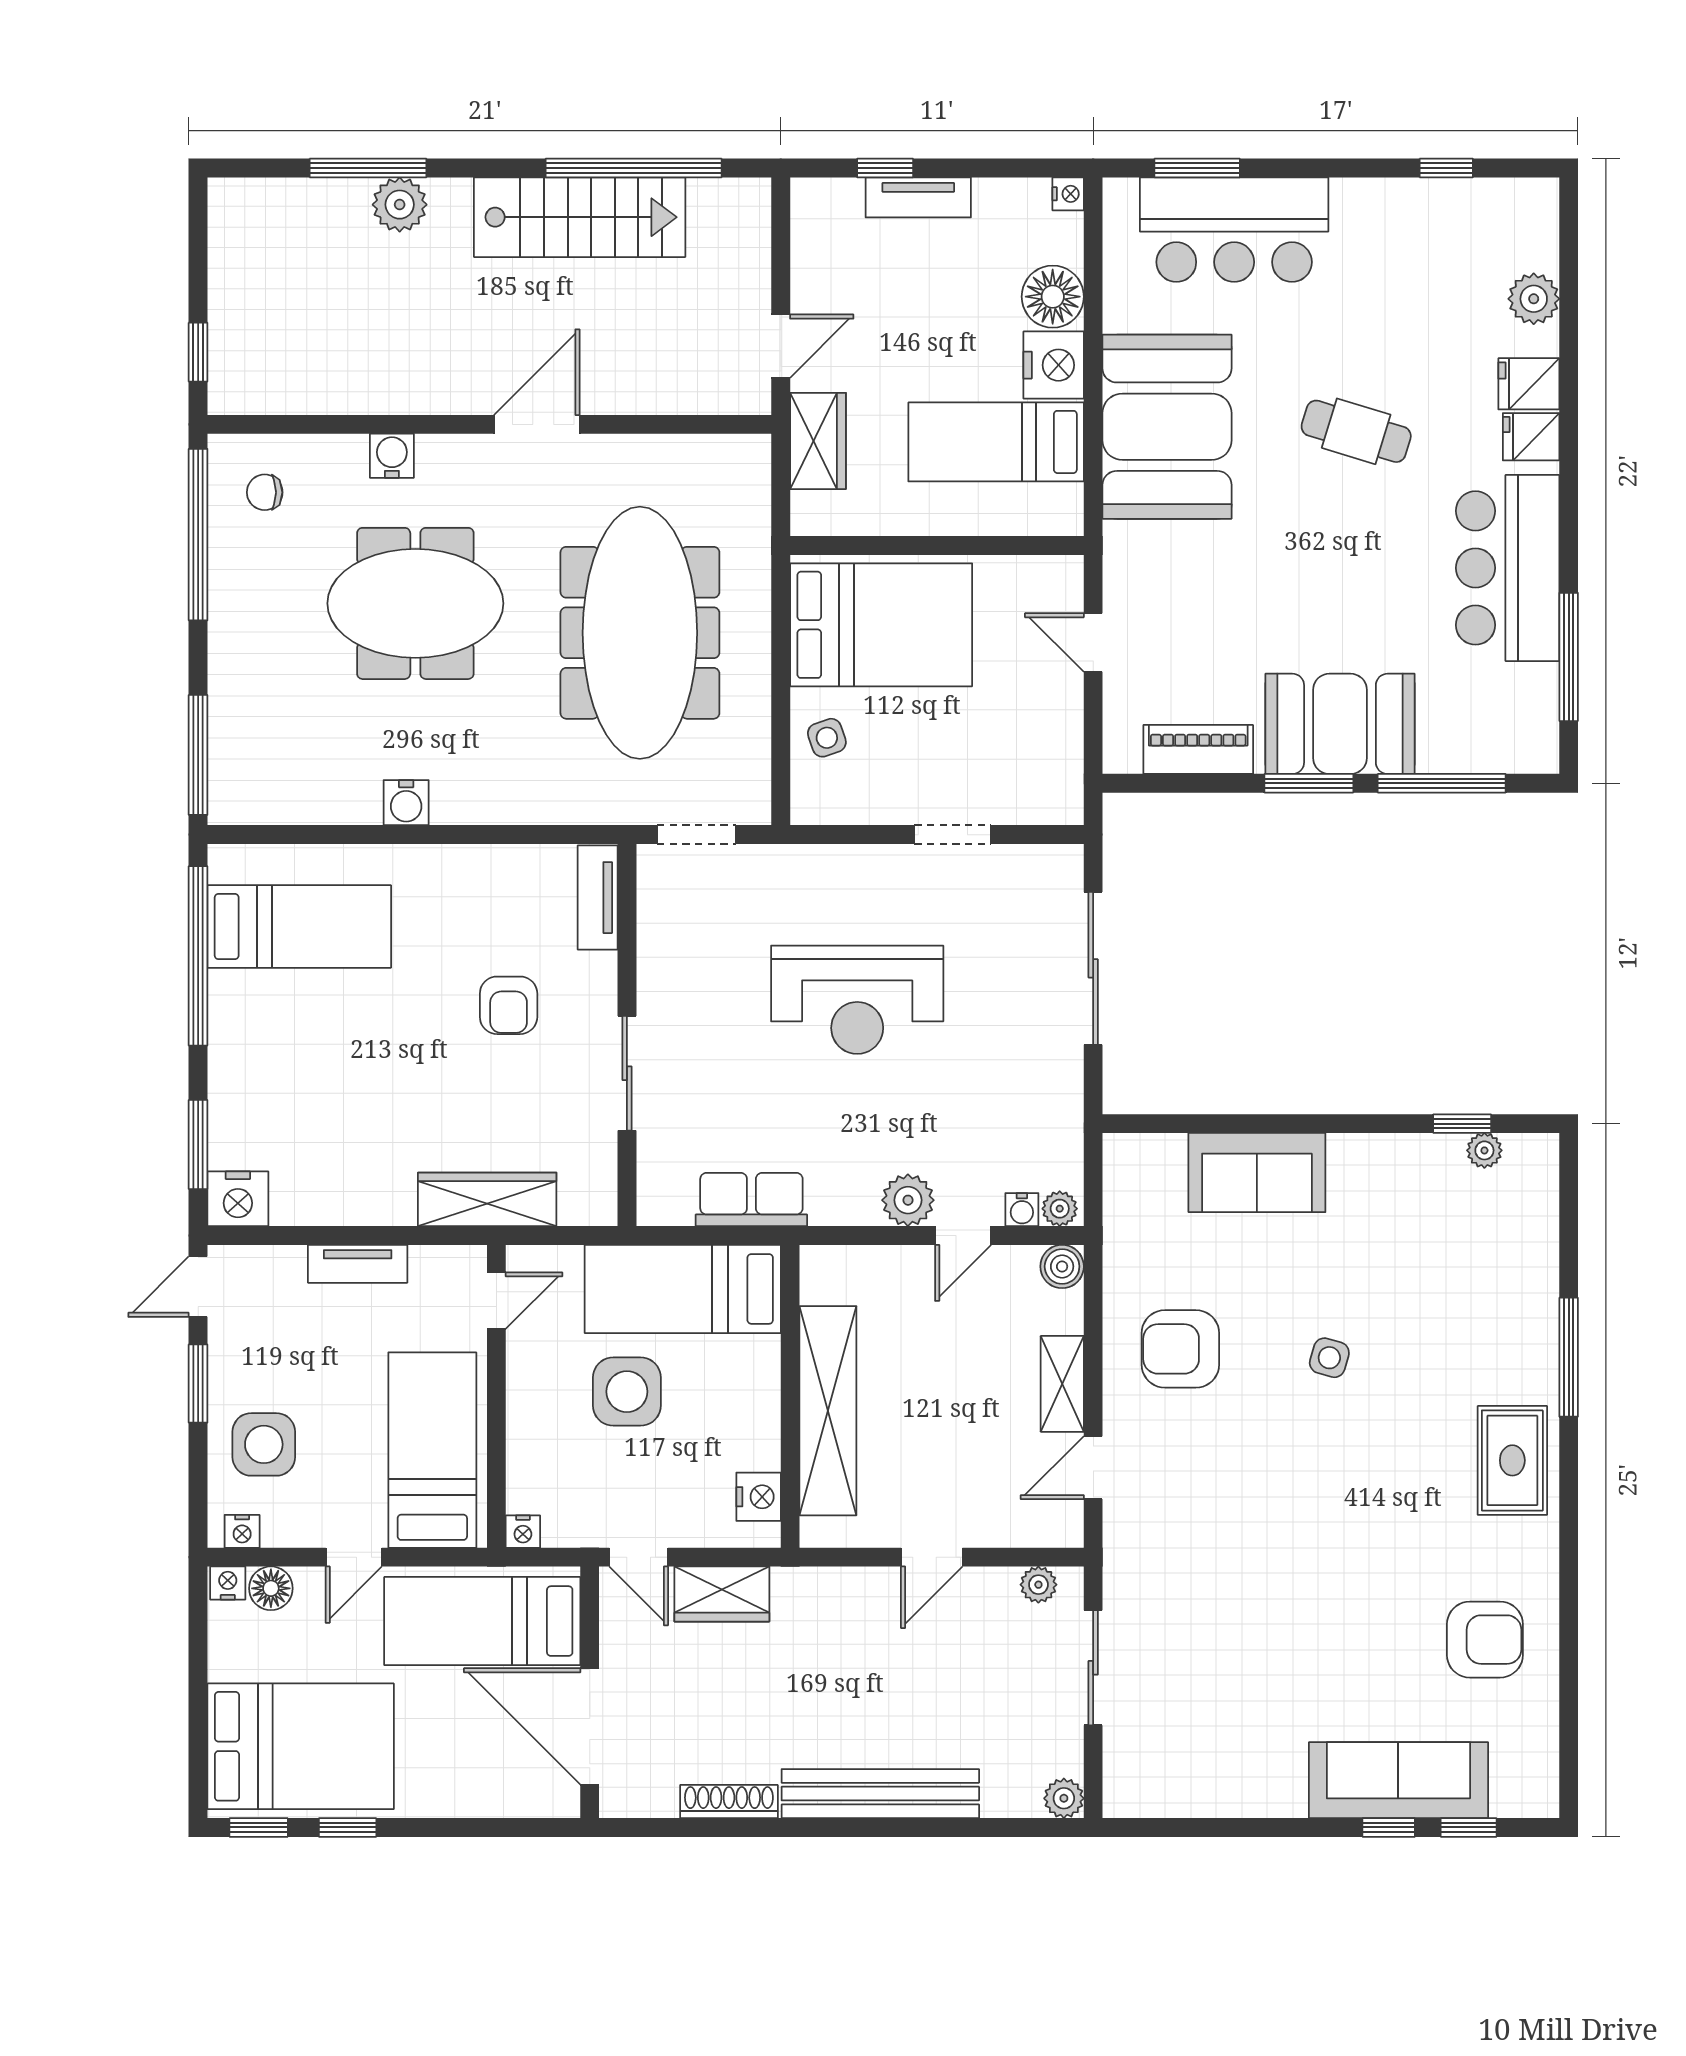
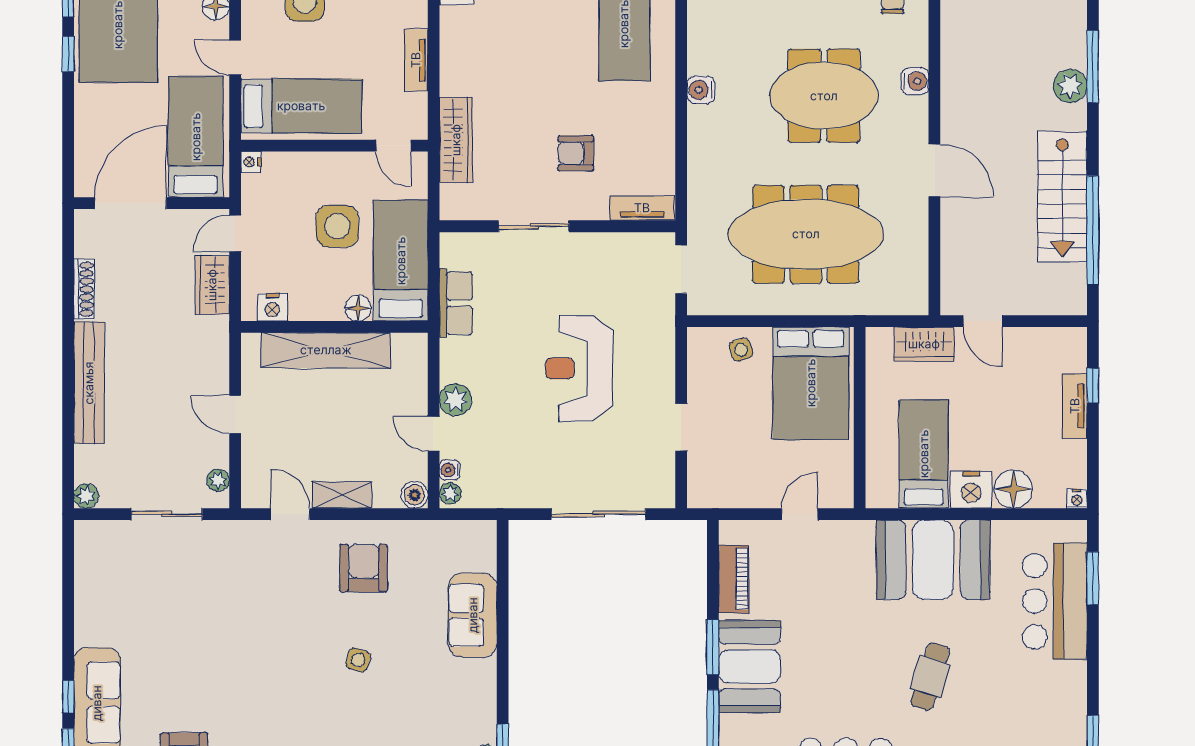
meeting table: (415, 603) -> (824, 96), turned 90
floor lamp: (760, 1358) -> (358, 308), added

